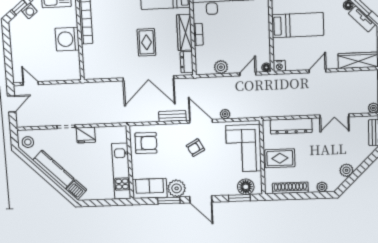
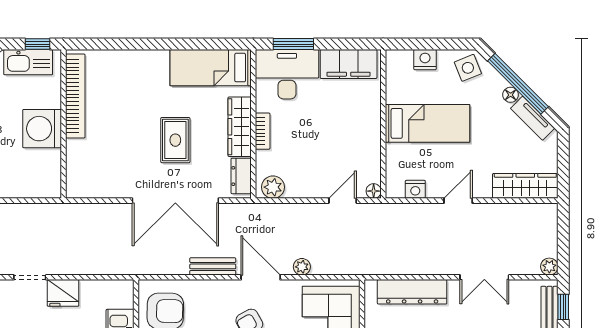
nightstand: (279, 66) -> (415, 189), moved
plant: (221, 67) -> (273, 187), moved

